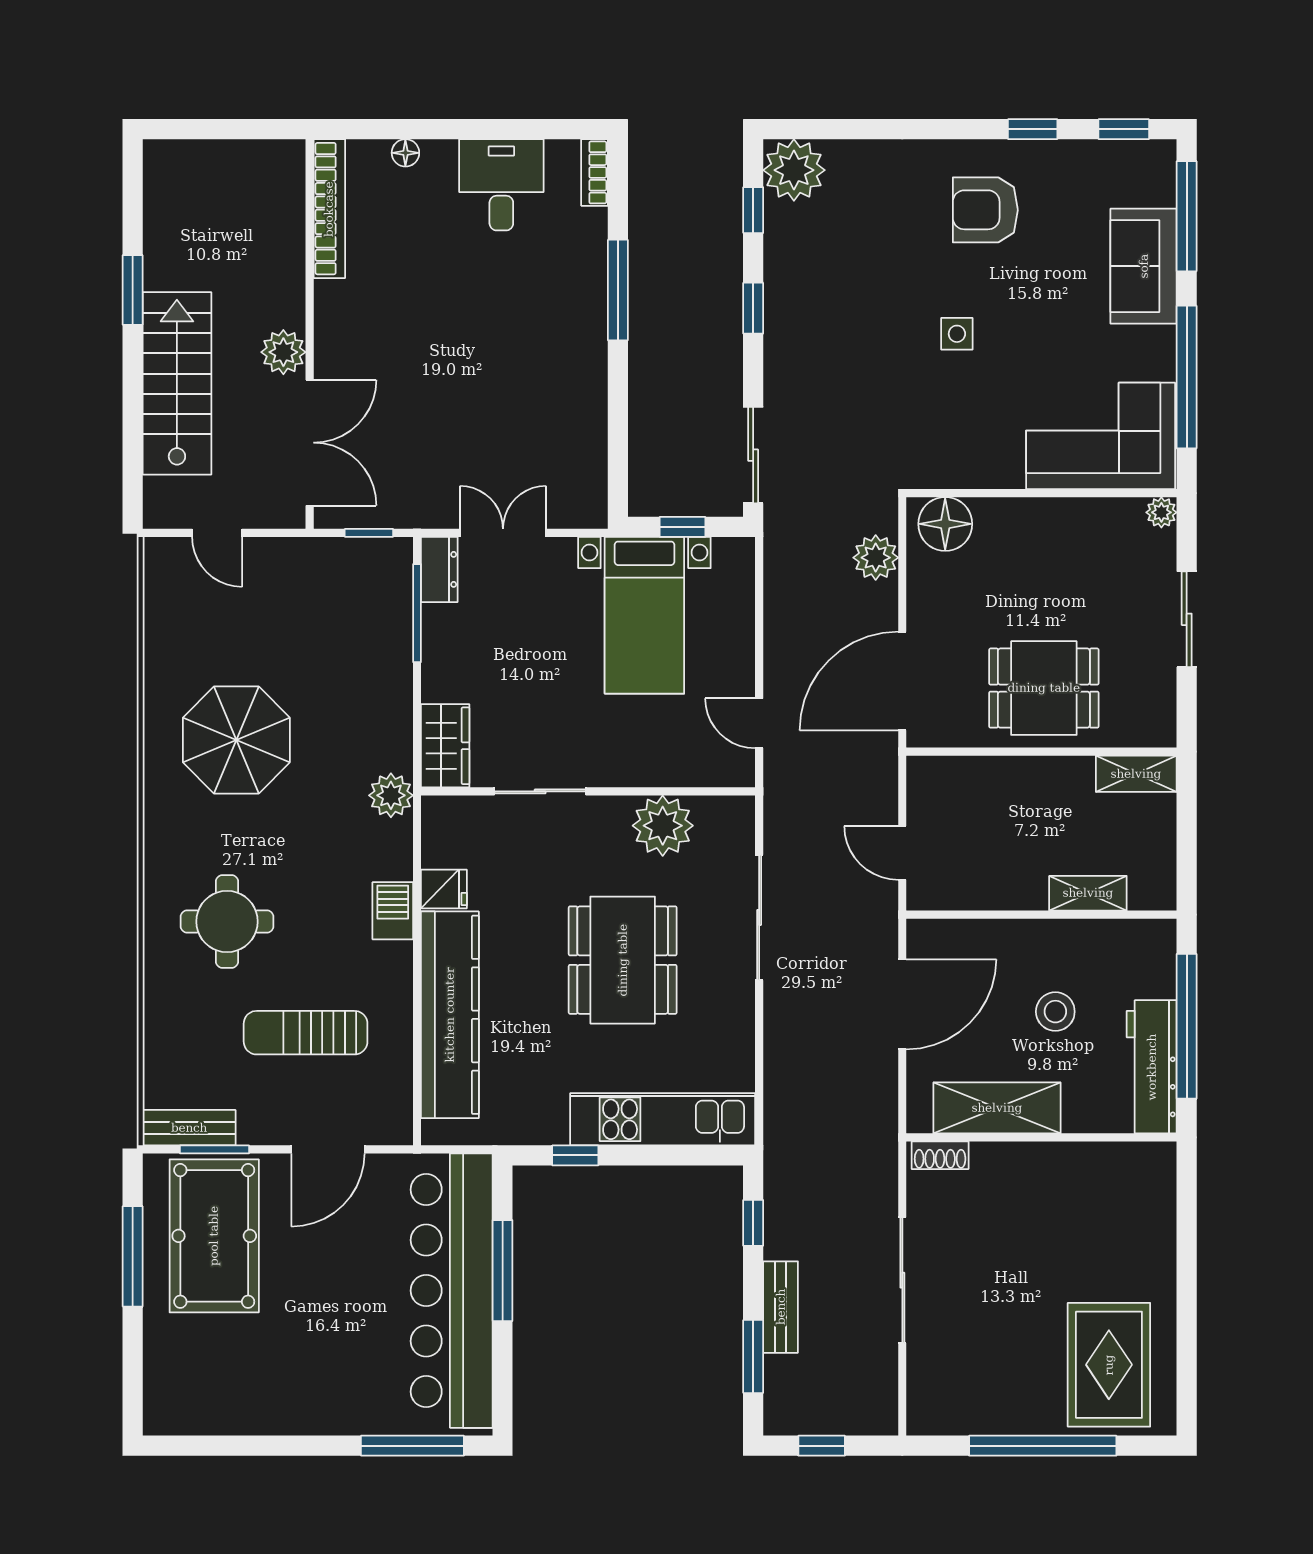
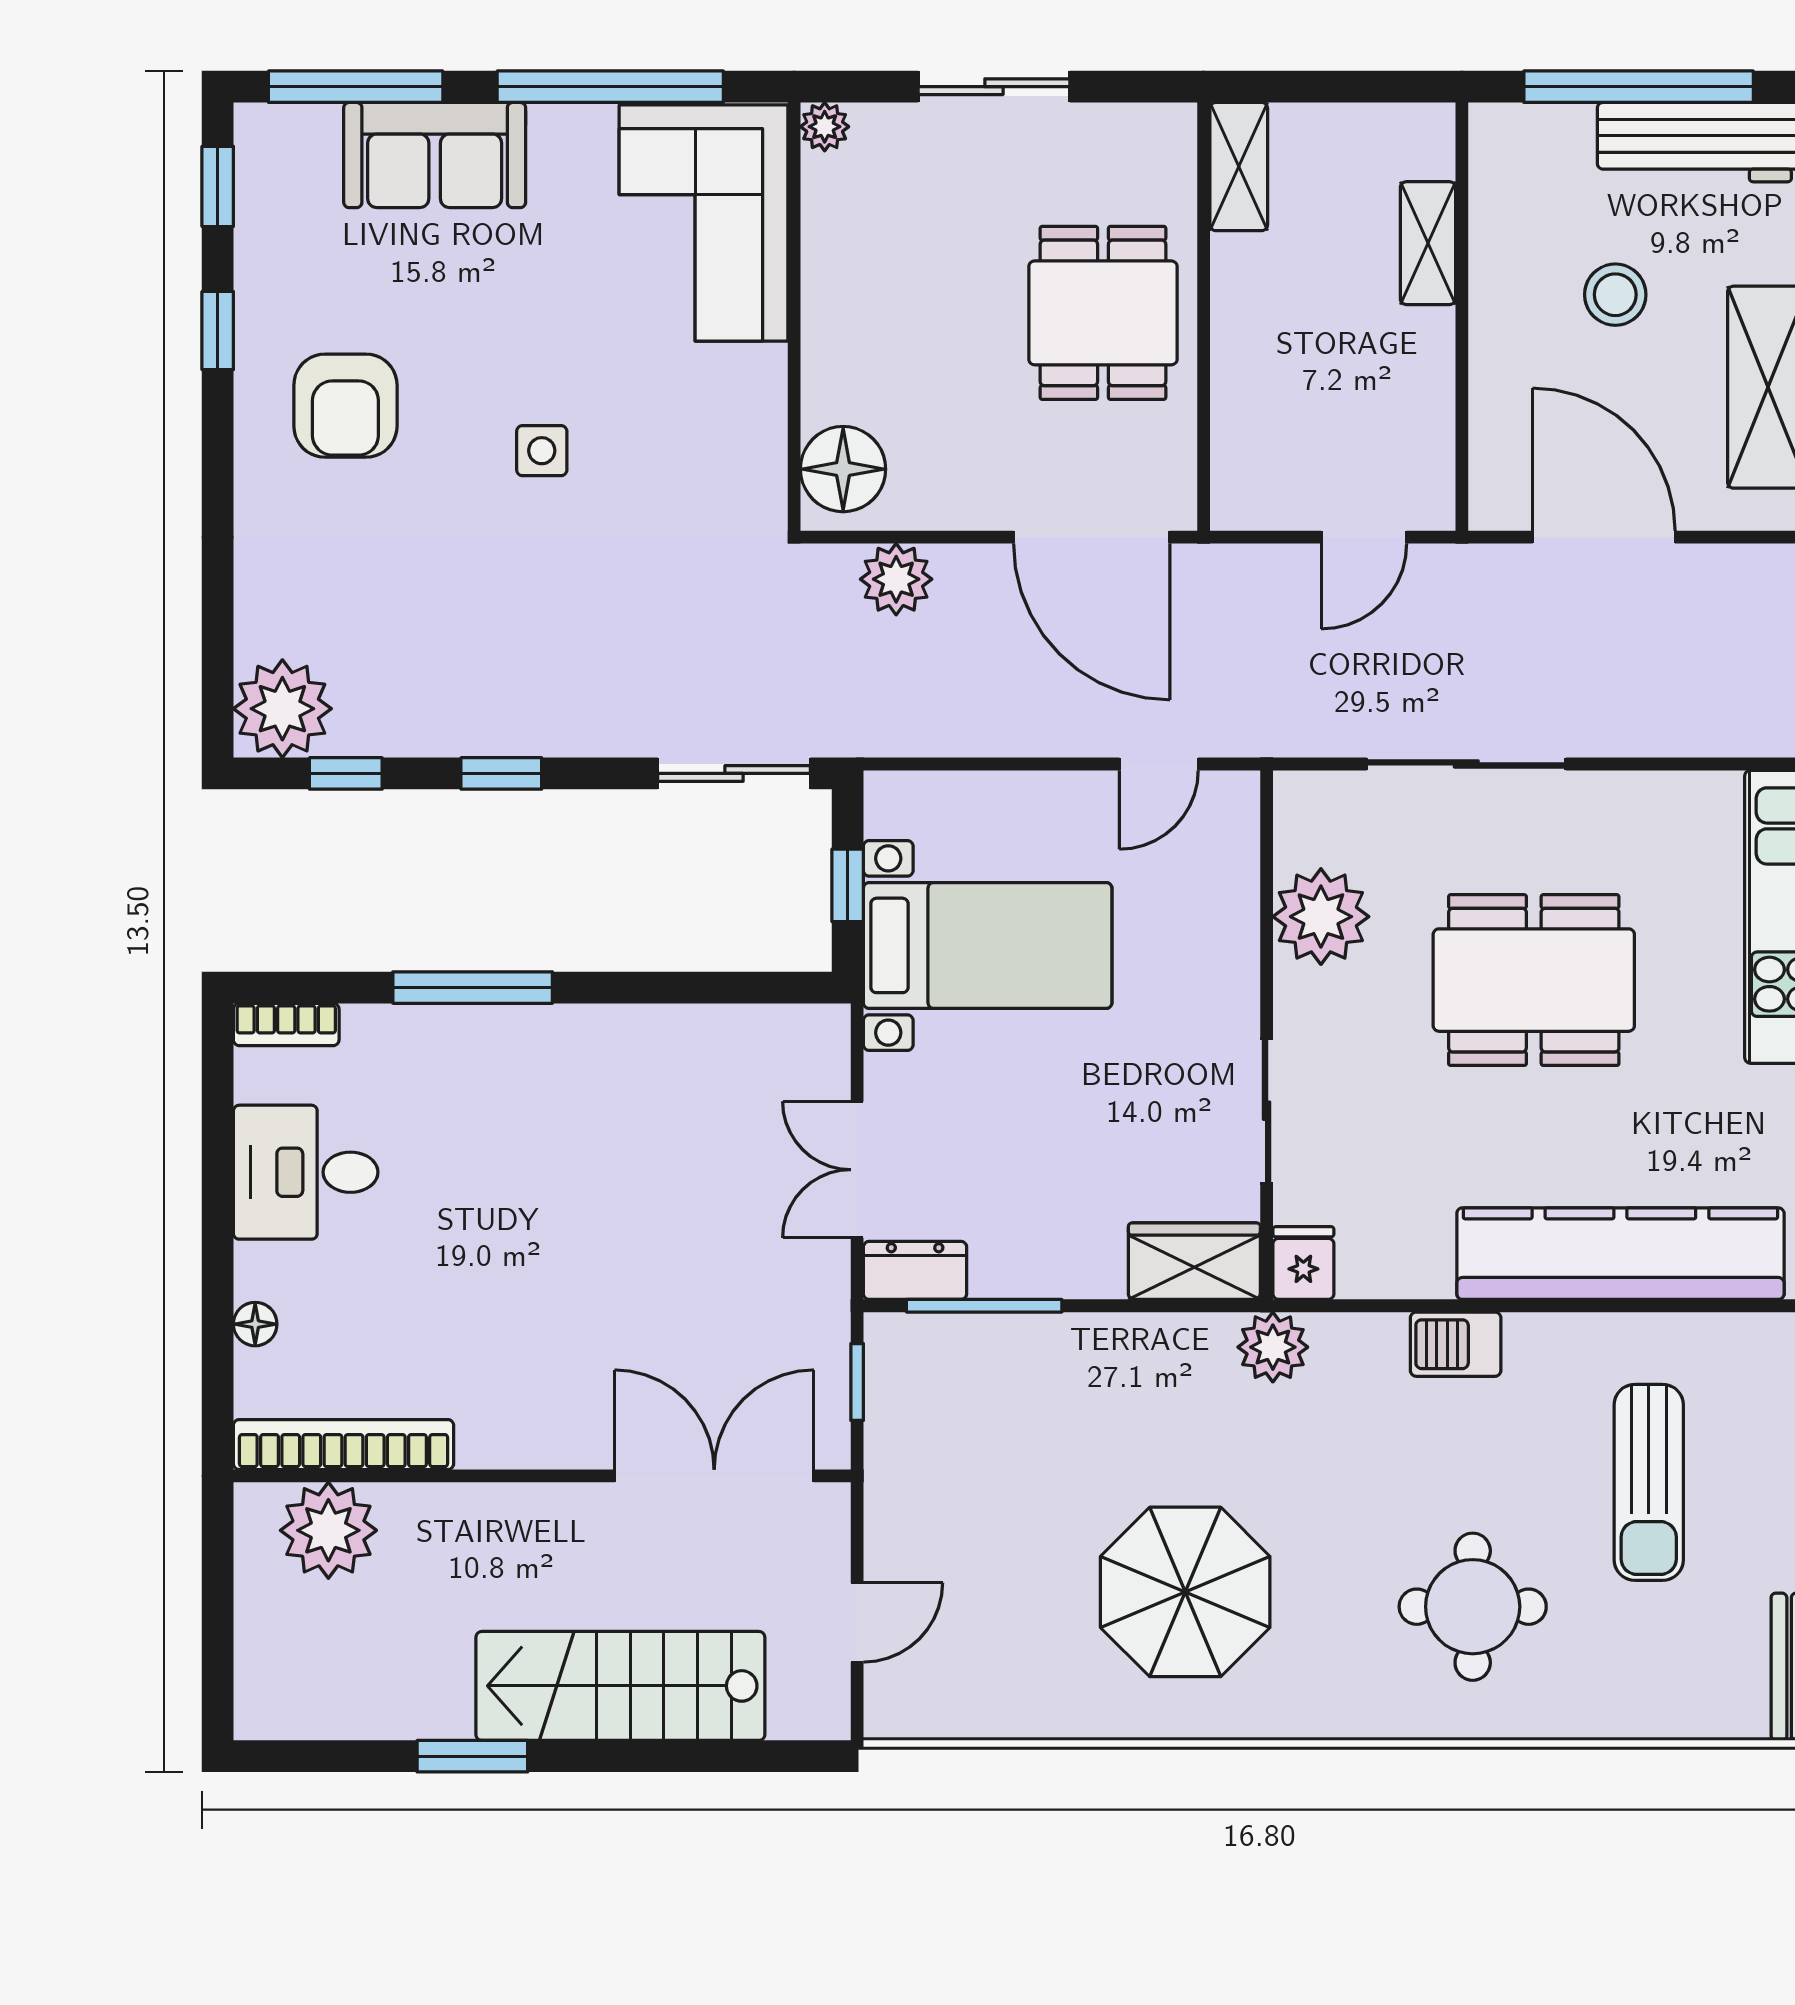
plant: (283, 352) -> (328, 1530), moved, width x1.36, depth x1.36
fridge: (444, 889) -> (1303, 1263), moved

